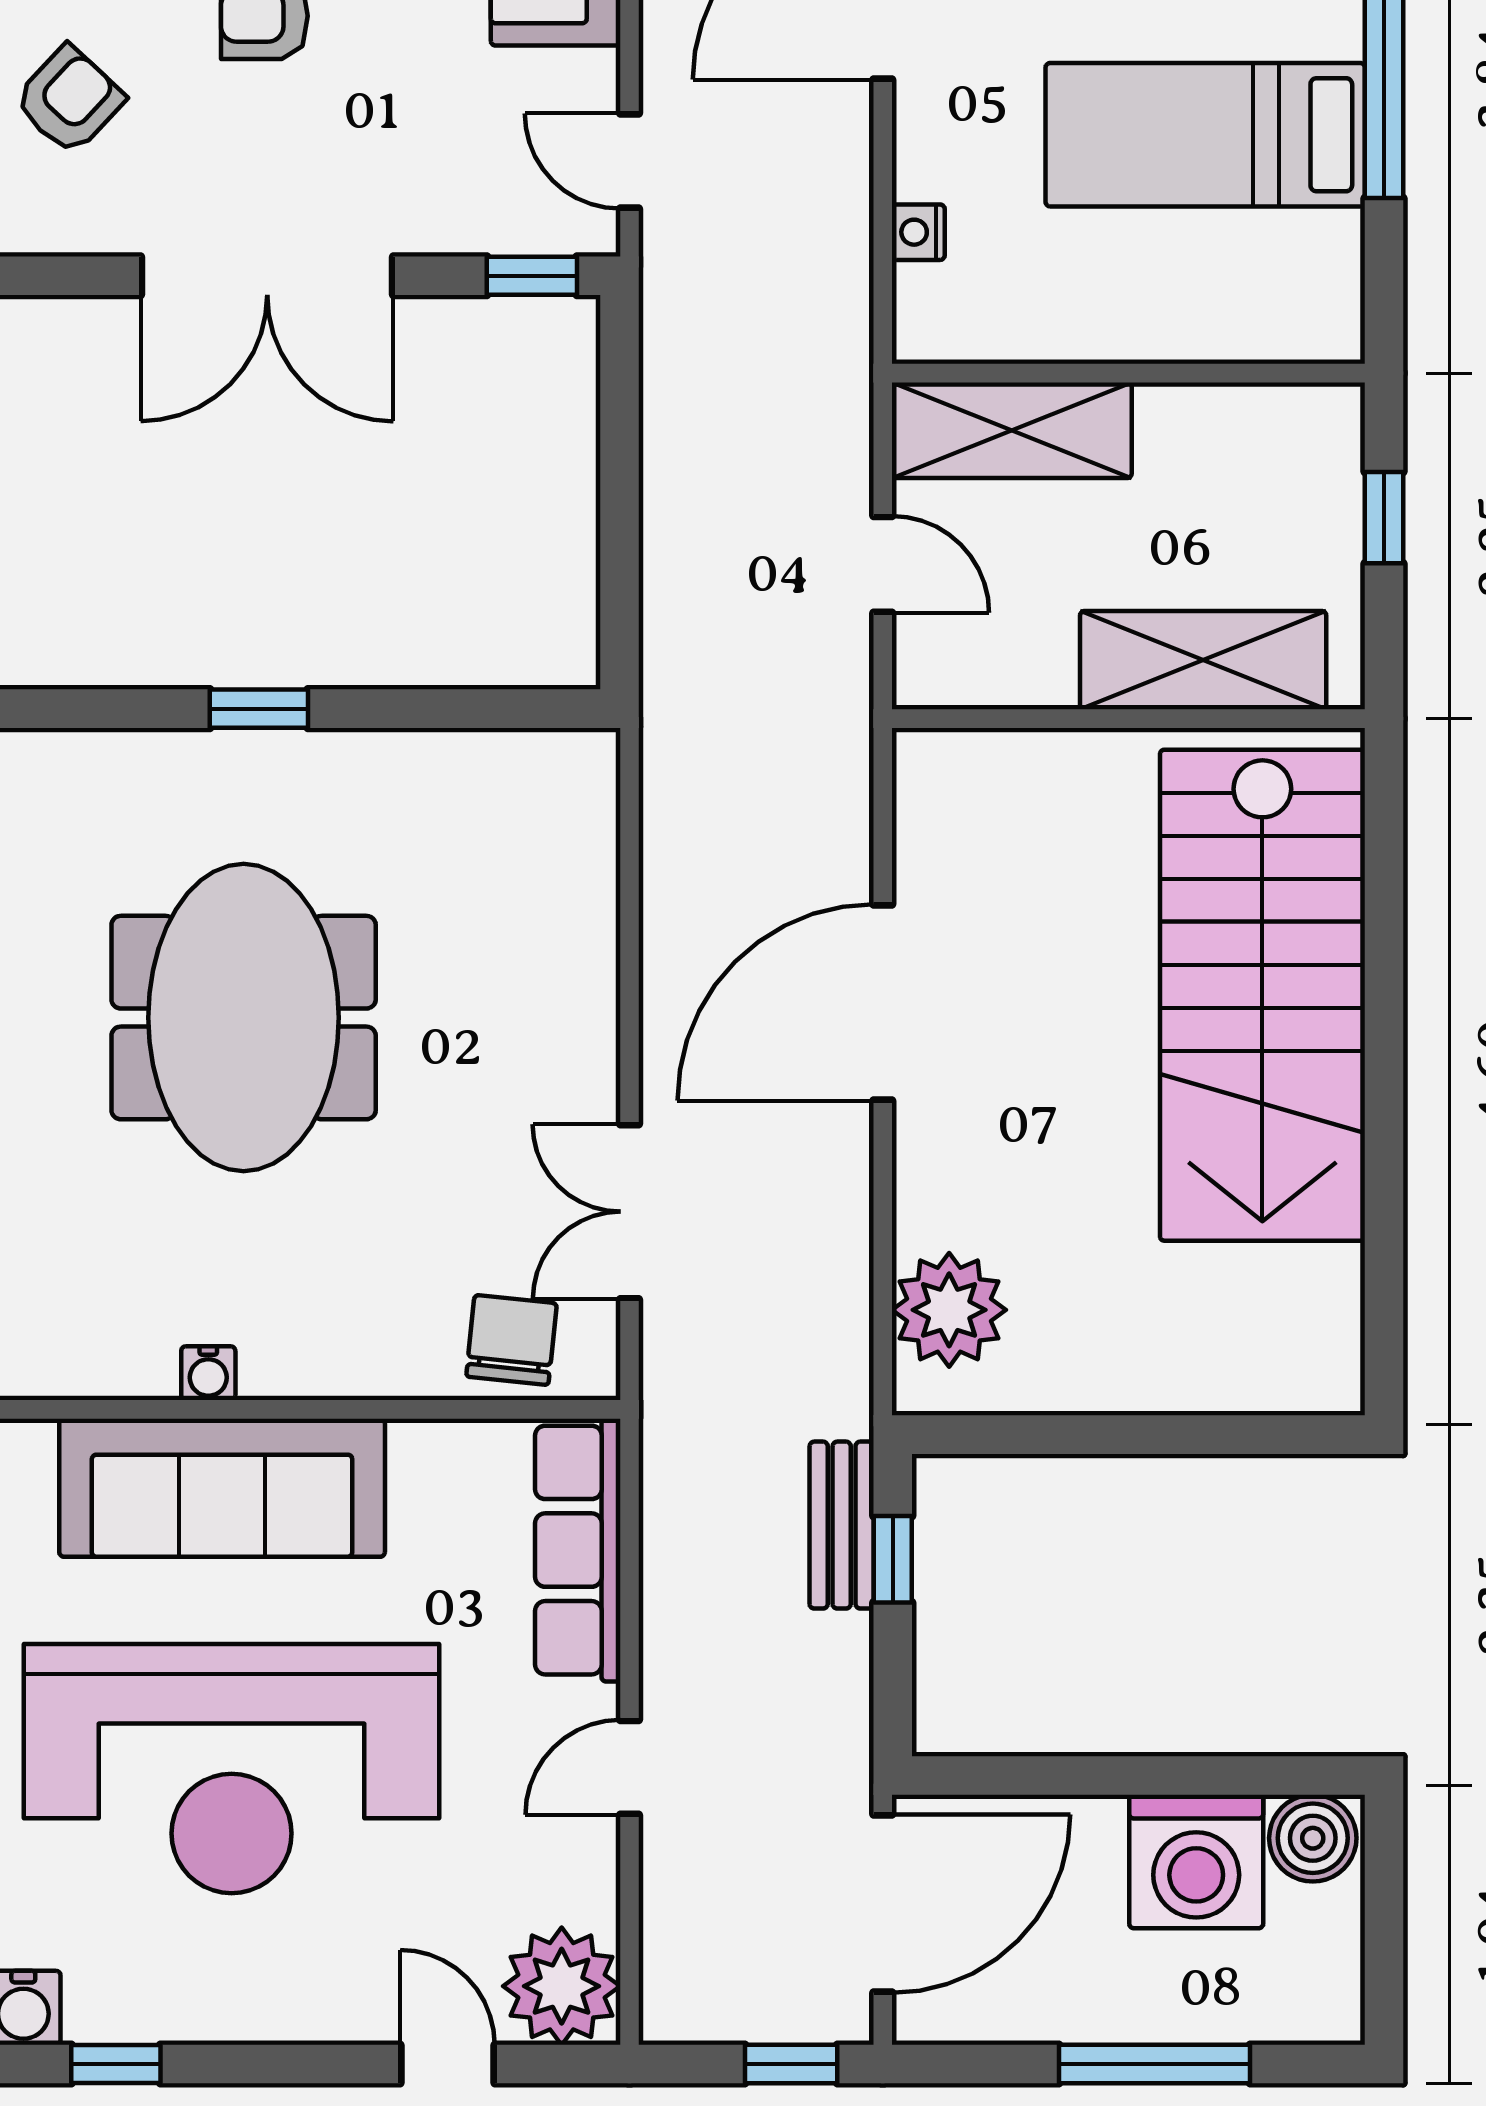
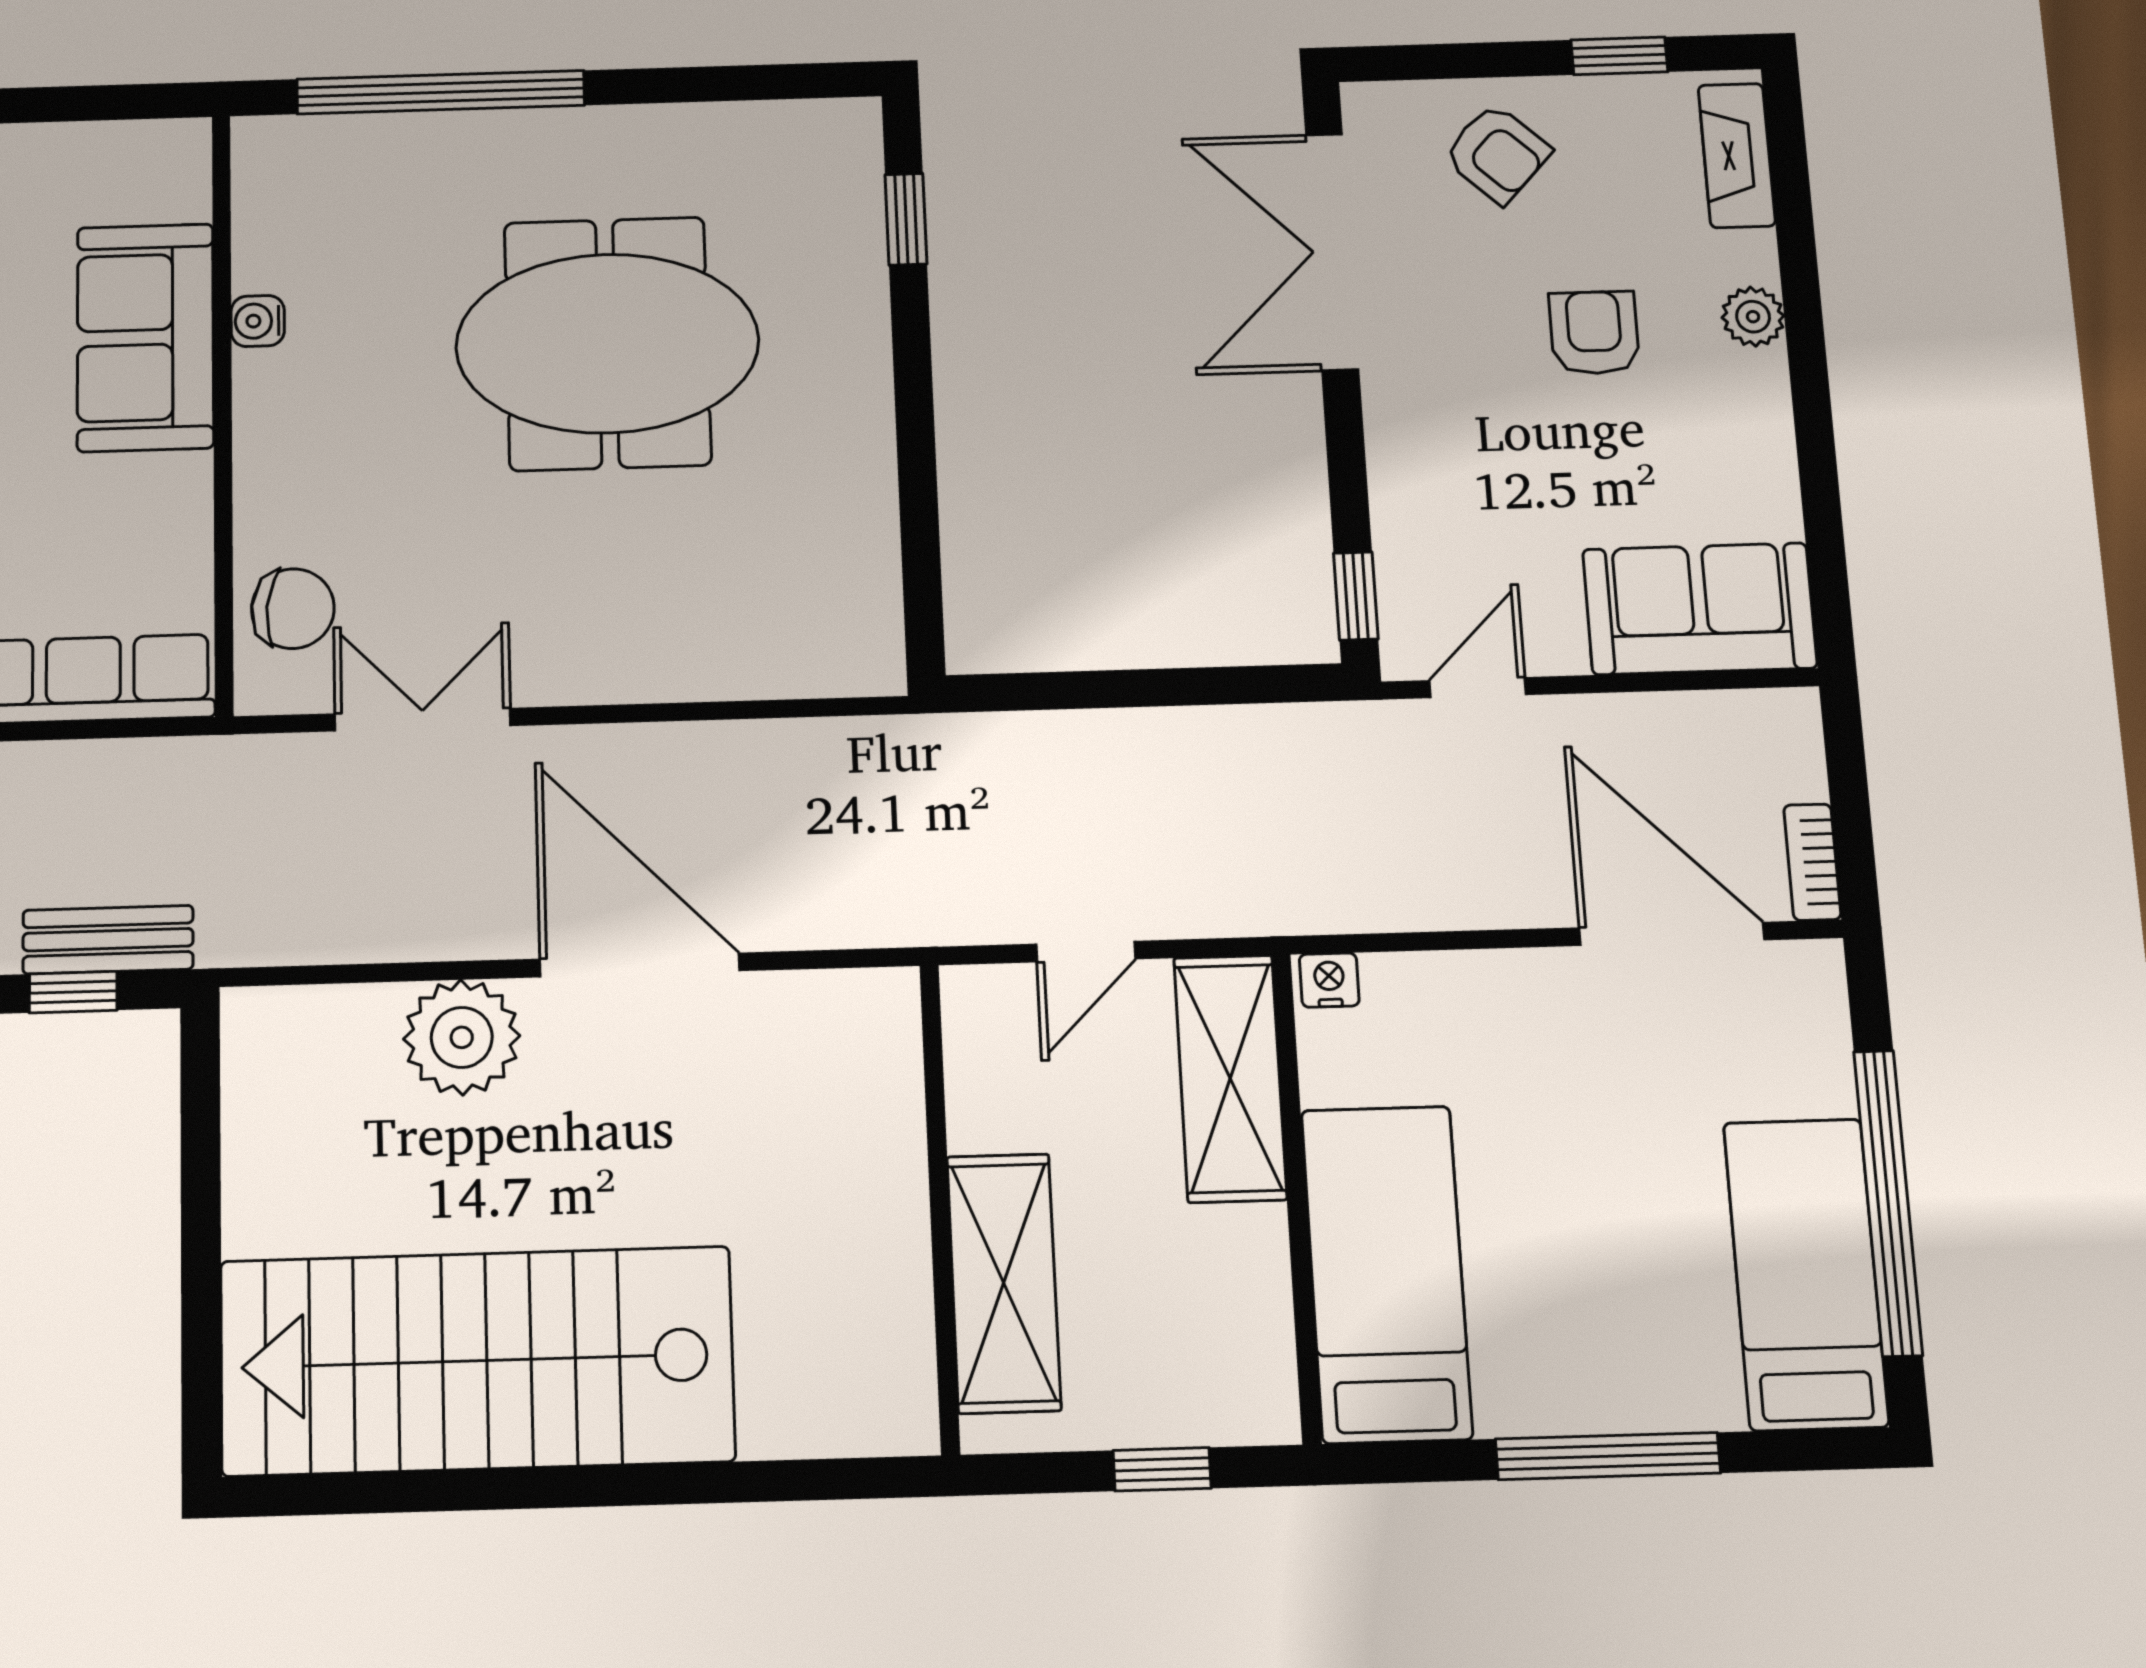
bed: (1205, 135) -> (1386, 1274), moved
nightstand: (918, 232) -> (1329, 980), moved
double door: (267, 276) -> (1332, 252), moved
window: (259, 709) -> (906, 219), moved
stairs: (1262, 995) -> (477, 1361), moved
plant: (949, 1310) -> (462, 1037), moved
sofa: (222, 1488) -> (145, 337), width x0.73

